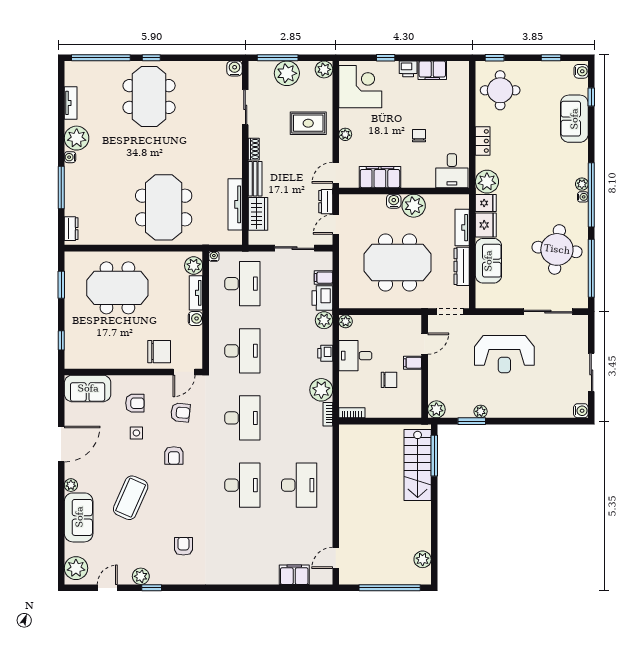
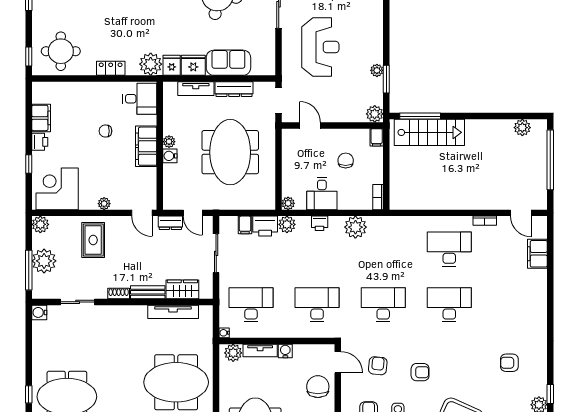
filing cabinet: (380, 177) -> (146, 146), moved
plant: (414, 206) -> (169, 142), width x0.53, depth x0.53
filing cabinet: (413, 363) -> (377, 137), moved
bookcase: (328, 414) -> (485, 221), moved

